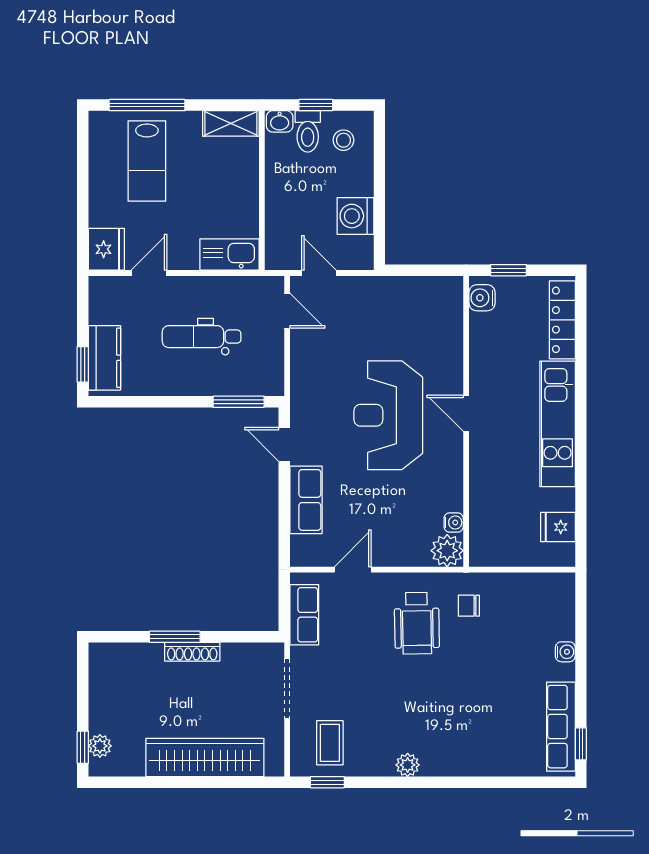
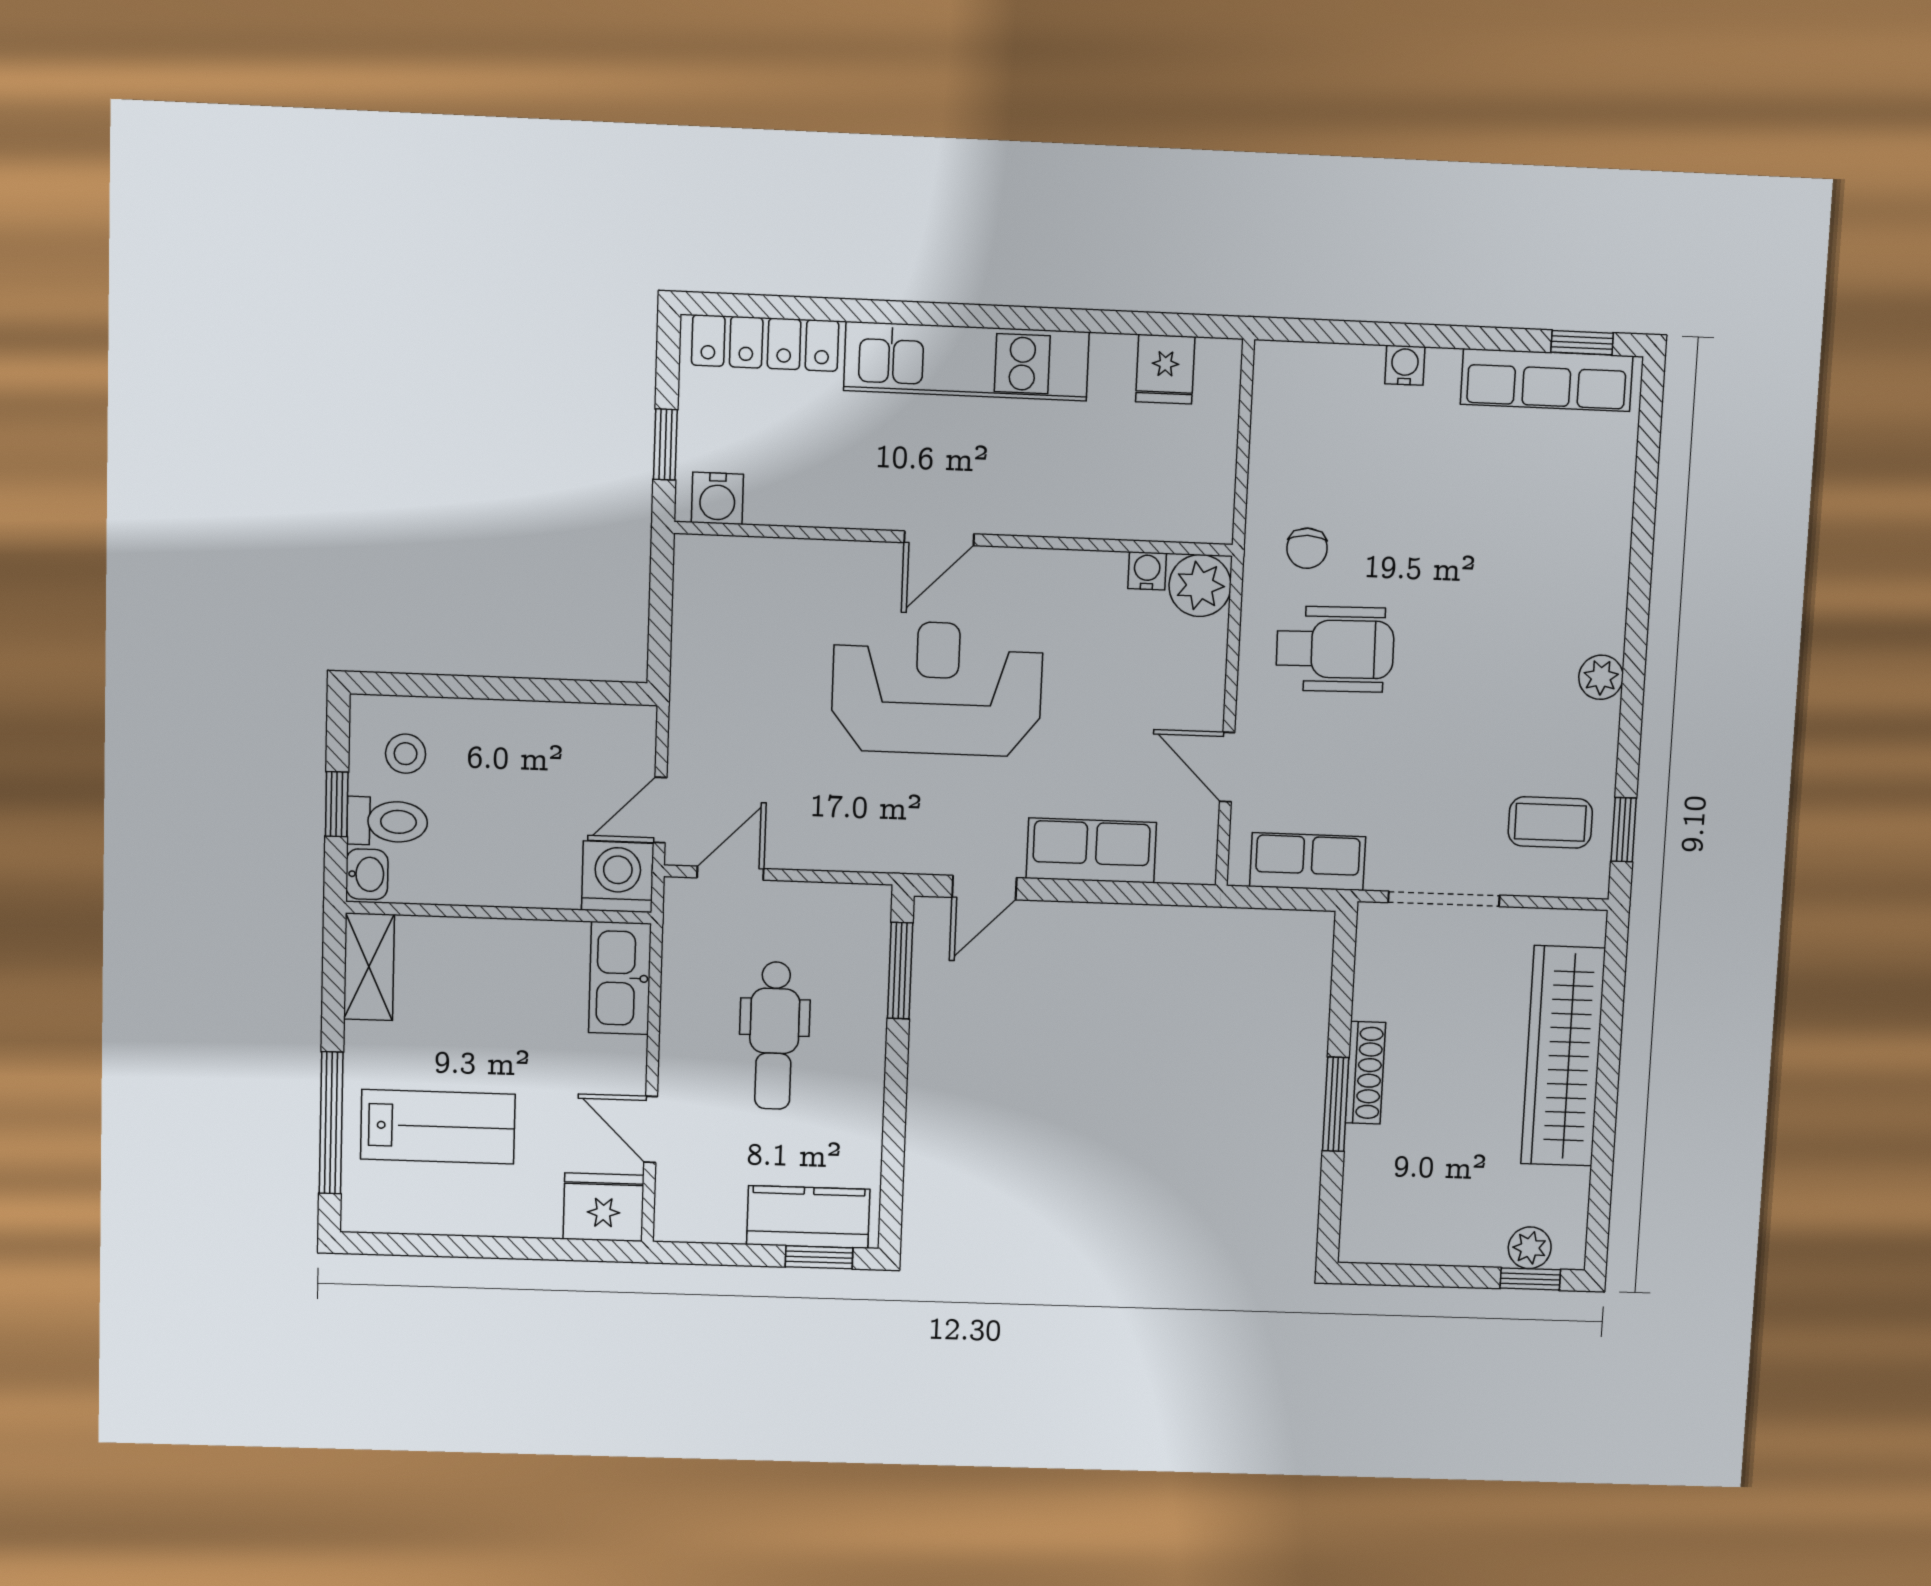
washing machine: (355, 216) -> (618, 877), moved, turned 180
reception desk: (388, 415) -> (937, 688), turned 180

